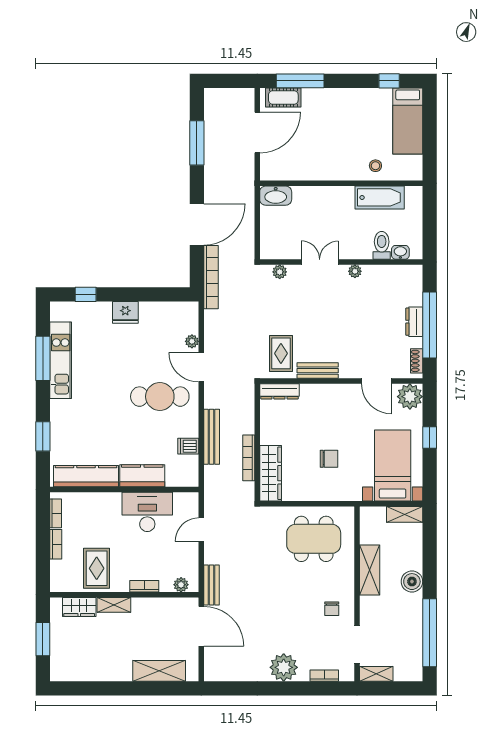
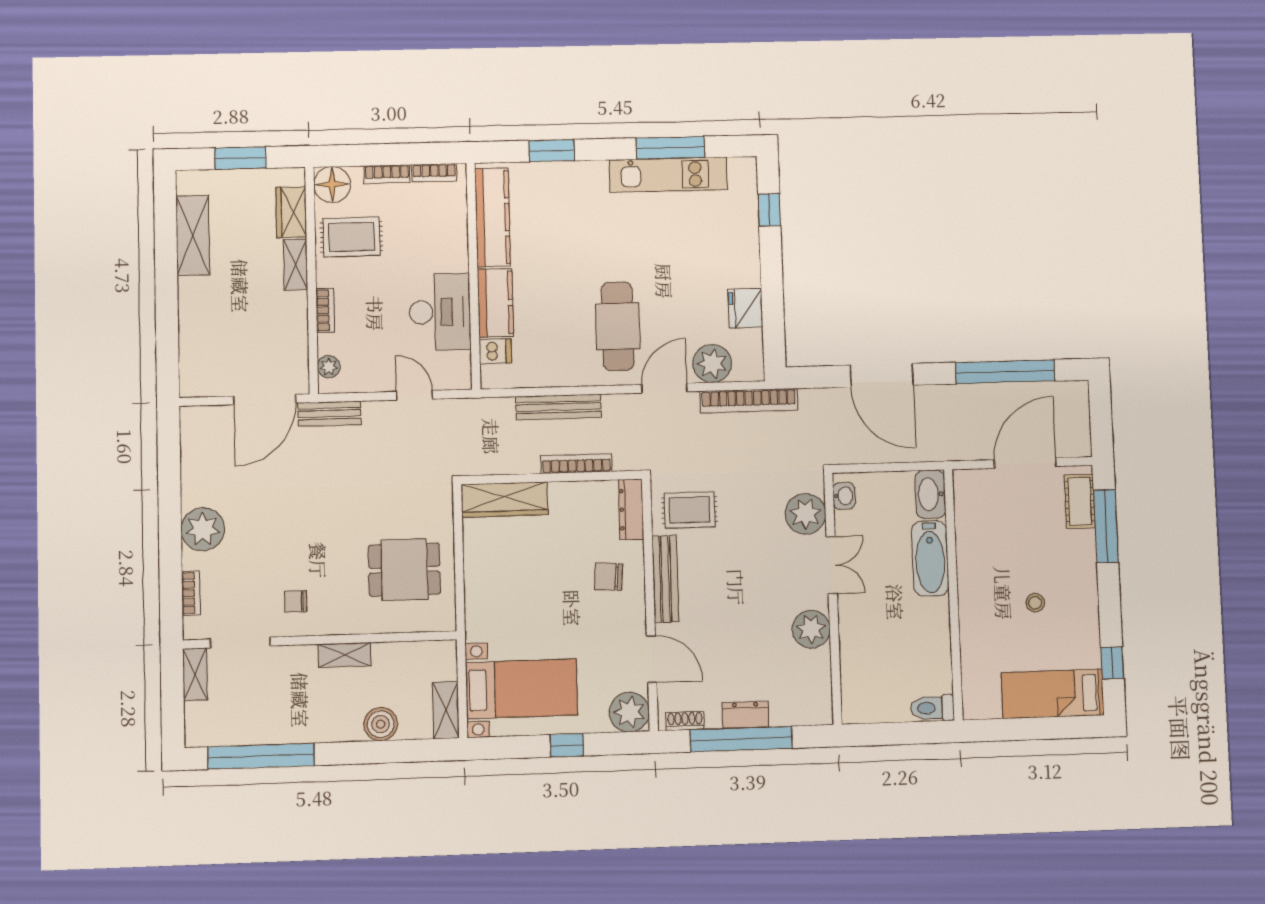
door: (257, 132) -> (1025, 463), swing flipped
window: (197, 143) -> (1005, 372), width x1.46
stool: (375, 166) -> (1035, 603), moved
bathtub: (380, 197) -> (930, 558), moved
toilet: (382, 245) -> (932, 708), moved, turned 180
washbasin: (400, 252) -> (844, 496), moved
plant: (355, 271) -> (811, 629), width x1.87, depth x1.87
plant: (280, 272) -> (805, 514), width x1.88, depth x1.88
bookcase: (211, 277) -> (749, 401), moved
fridge: (125, 312) -> (745, 308), moved
plant: (192, 341) -> (712, 364), width x1.88, depth x1.88
bench: (318, 371) -> (665, 579), width x1.36
door: (376, 381) -> (652, 659), swing flipped
dishwasher: (188, 446) -> (495, 351), moved, turned 90
bookcase: (249, 458) -> (576, 464), moved
chair: (329, 459) -> (609, 577), moved, turned 94
dining table: (314, 539) -> (404, 570), width x0.73
shelving: (370, 570) -> (345, 655), width x0.67, depth x0.75
floor lamp: (62, 580) -> (332, 184), added
boiler: (412, 582) -> (381, 724), moved
shelving: (159, 671) -> (193, 235), moved

